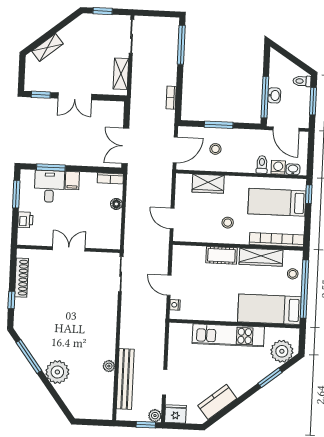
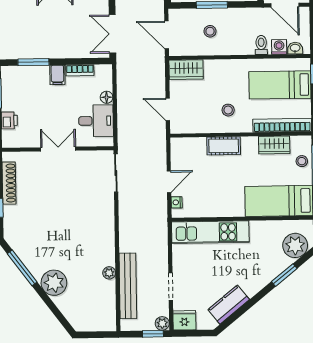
door: (175, 150) -> (167, 35), swing flipped
bookcase: (110, 178) -> (80, 70), moved
wardrobe: (208, 184) -> (186, 70), moved
desk: (49, 186) -> (96, 121), moved, turned 90
wardrobe: (261, 257) -> (274, 145), width x0.67
door: (169, 285) -> (169, 182), swing flipped
kitchen unit: (228, 335) -> (210, 232), moved

